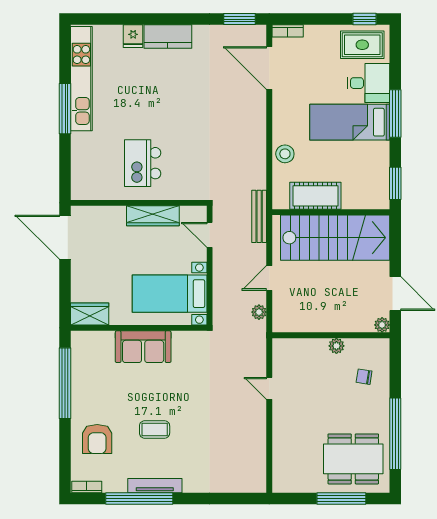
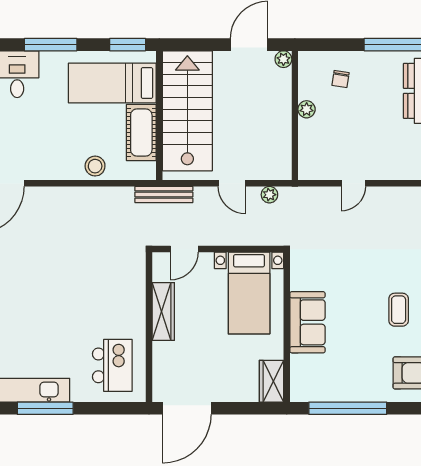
bed: (350, 122) -> (112, 83), moved, turned 90
kitchen island: (143, 163) -> (112, 365), moved, turned -90

